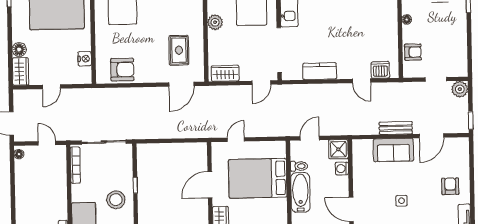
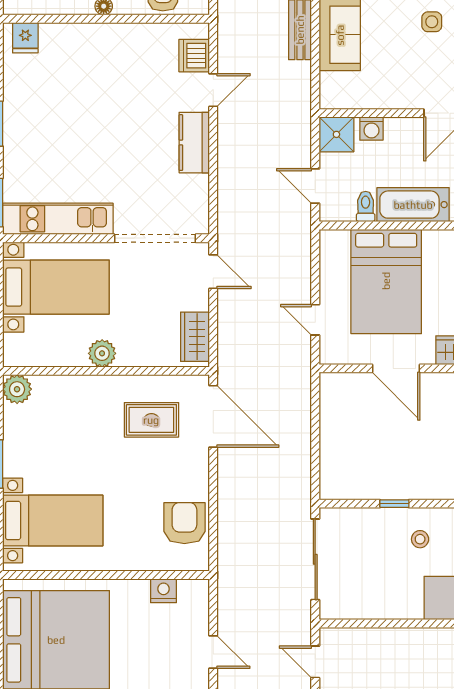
kitchen counter: (320, 71) -> (194, 143), moved
door: (181, 84) -> (213, 416), width x1.36
door: (47, 143) -> (315, 662), hinge flipped
bookcase: (75, 165) -> (356, 611), removed
stool: (116, 200) -> (420, 539), width x0.53, depth x0.53

